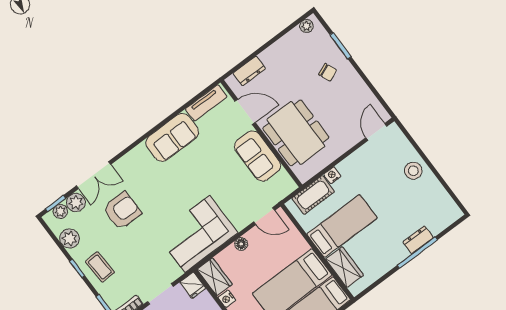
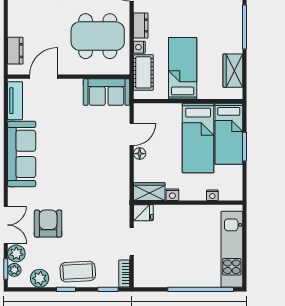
dining table: (296, 133) -> (98, 36), moved
sofa: (172, 137) -> (22, 154), width x1.36
sofa: (258, 156) -> (107, 92), moved
door: (264, 216) -> (132, 134), moved
corner sofa: (197, 234) -> (108, 181), removed
dresser: (418, 240) -> (141, 25), moved, turned 180
coffee table: (100, 267) -> (78, 272), width x1.36, depth x1.30
wardrobe: (344, 267) -> (233, 71), moved, turned -90

